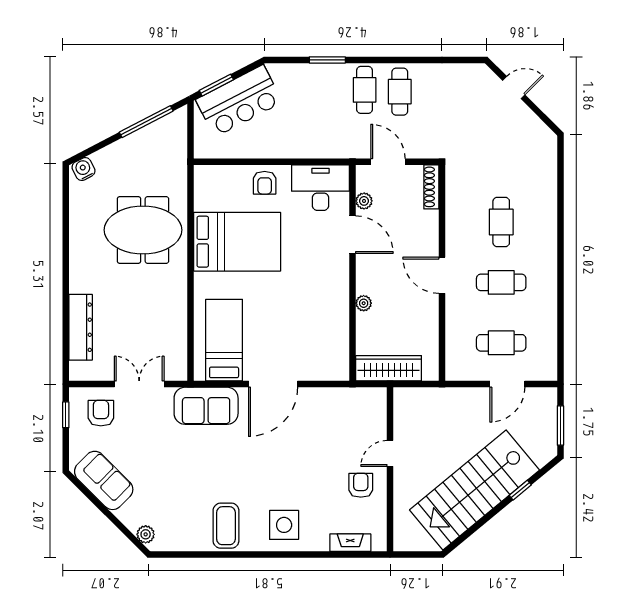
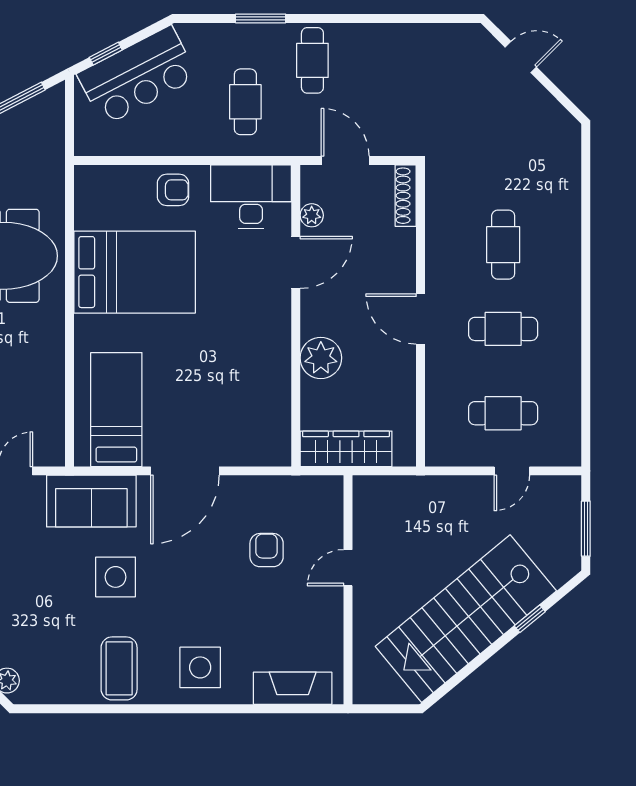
window: (216, 85) -> (106, 54), width x0.67
cafe table: (400, 92) -> (245, 102), moved
armchair: (265, 183) -> (173, 190), turned -90
door: (353, 235) -> (296, 262), hinge flipped
plant: (364, 303) -> (321, 358), width x1.88, depth x1.88
door: (507, 384) -> (512, 471), width x0.73
side table: (223, 460) -> (116, 577), added
armchair: (361, 485) -> (267, 550), moved
fireplace: (350, 543) -> (293, 688), width x1.37, depth x1.32

